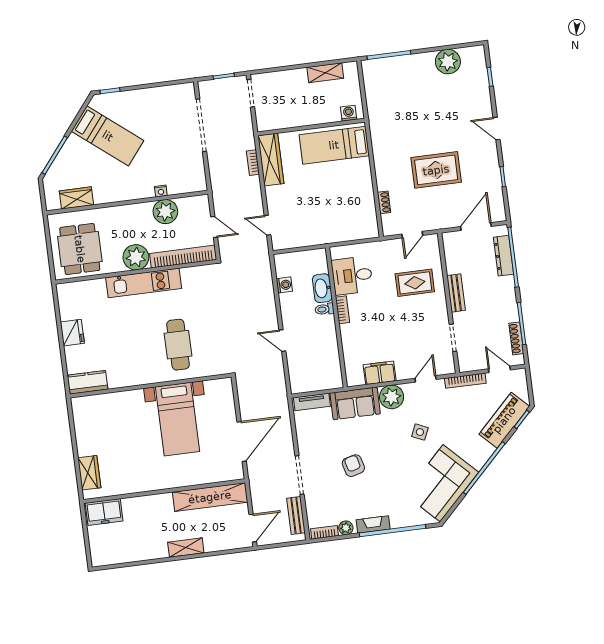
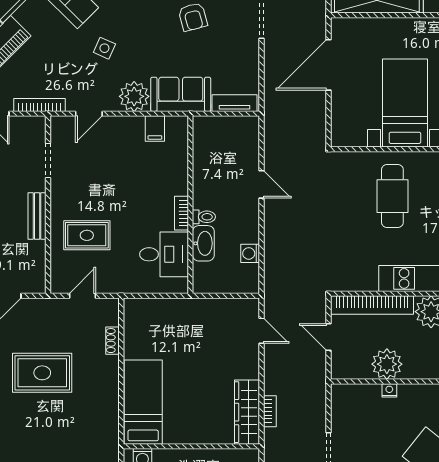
bed: (334, 145) -> (143, 402), moved, turned -90
filing cabinet: (380, 373) -> (155, 129), width x0.50

